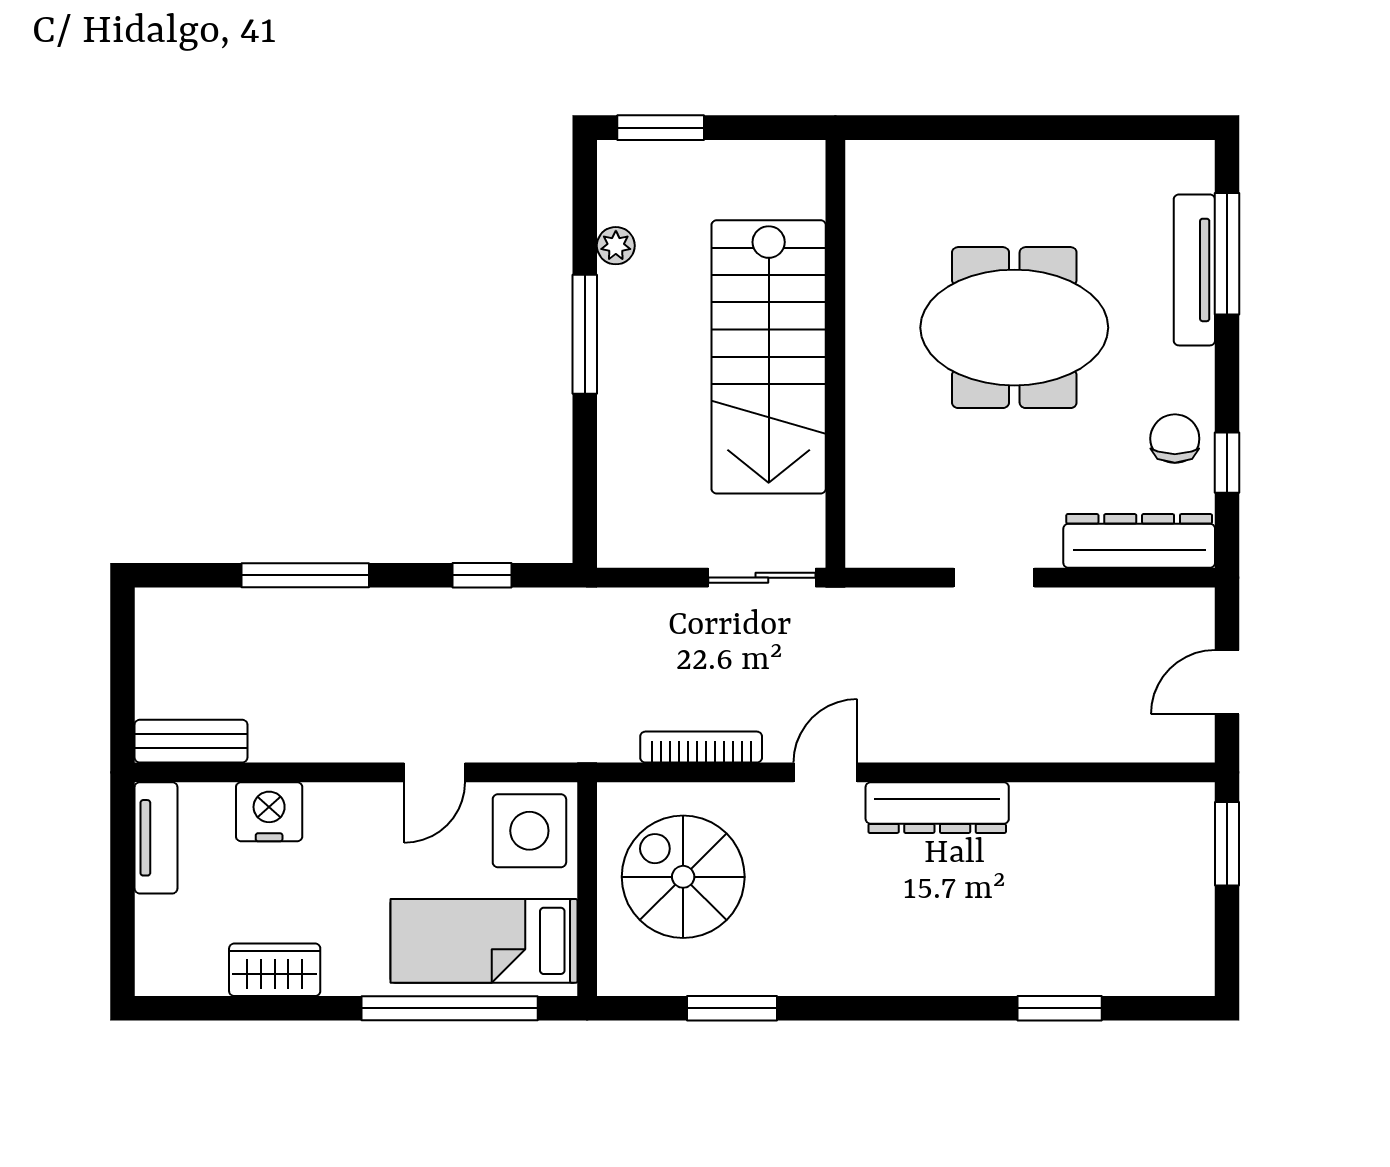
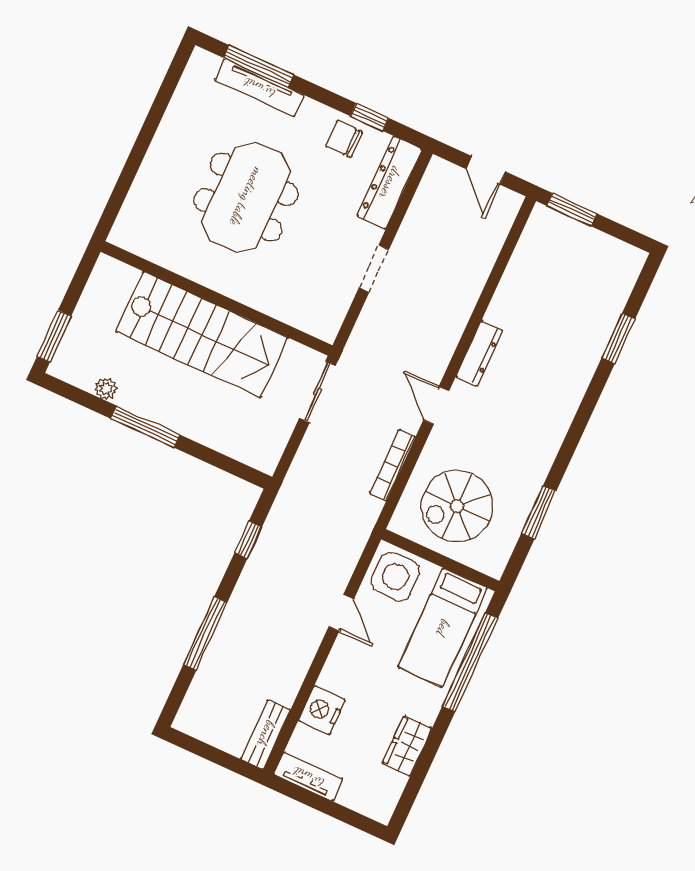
dresser: (937, 808) -> (479, 353), width x0.73, depth x0.80

